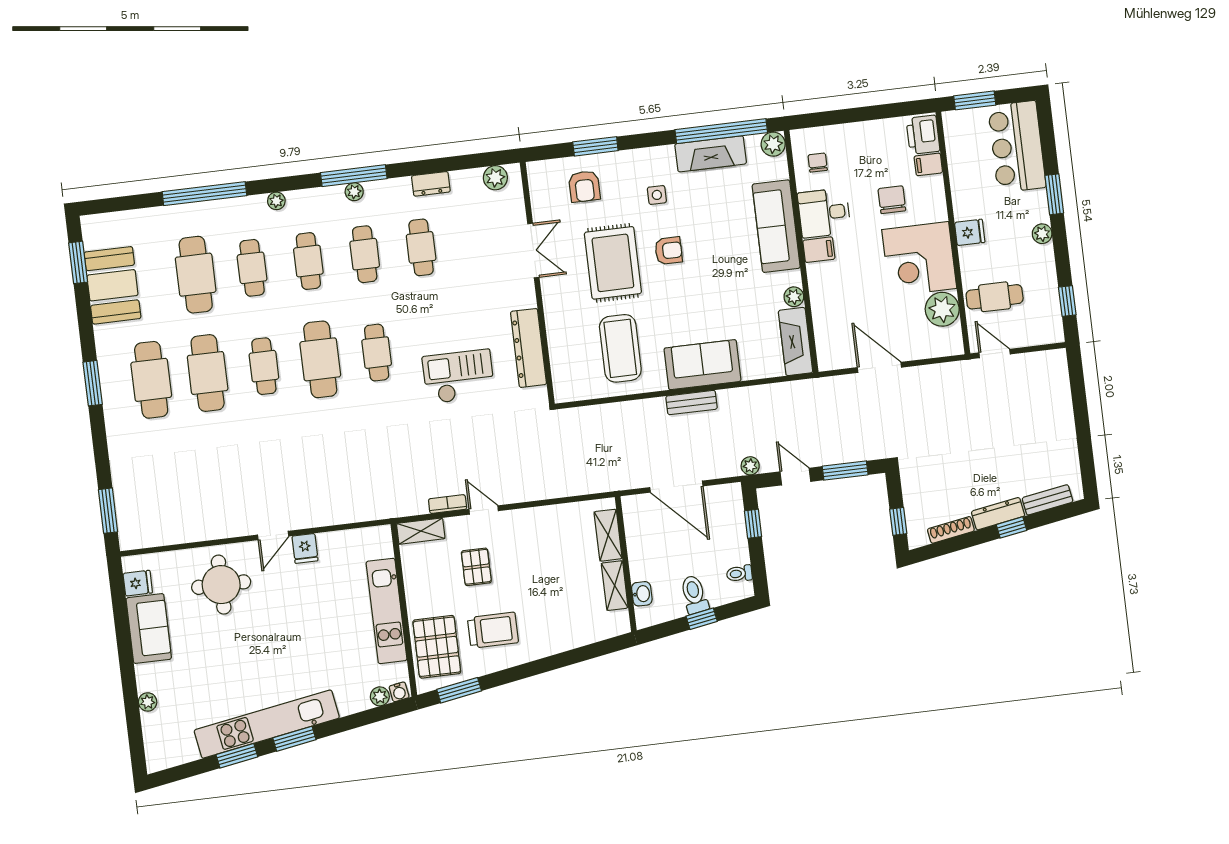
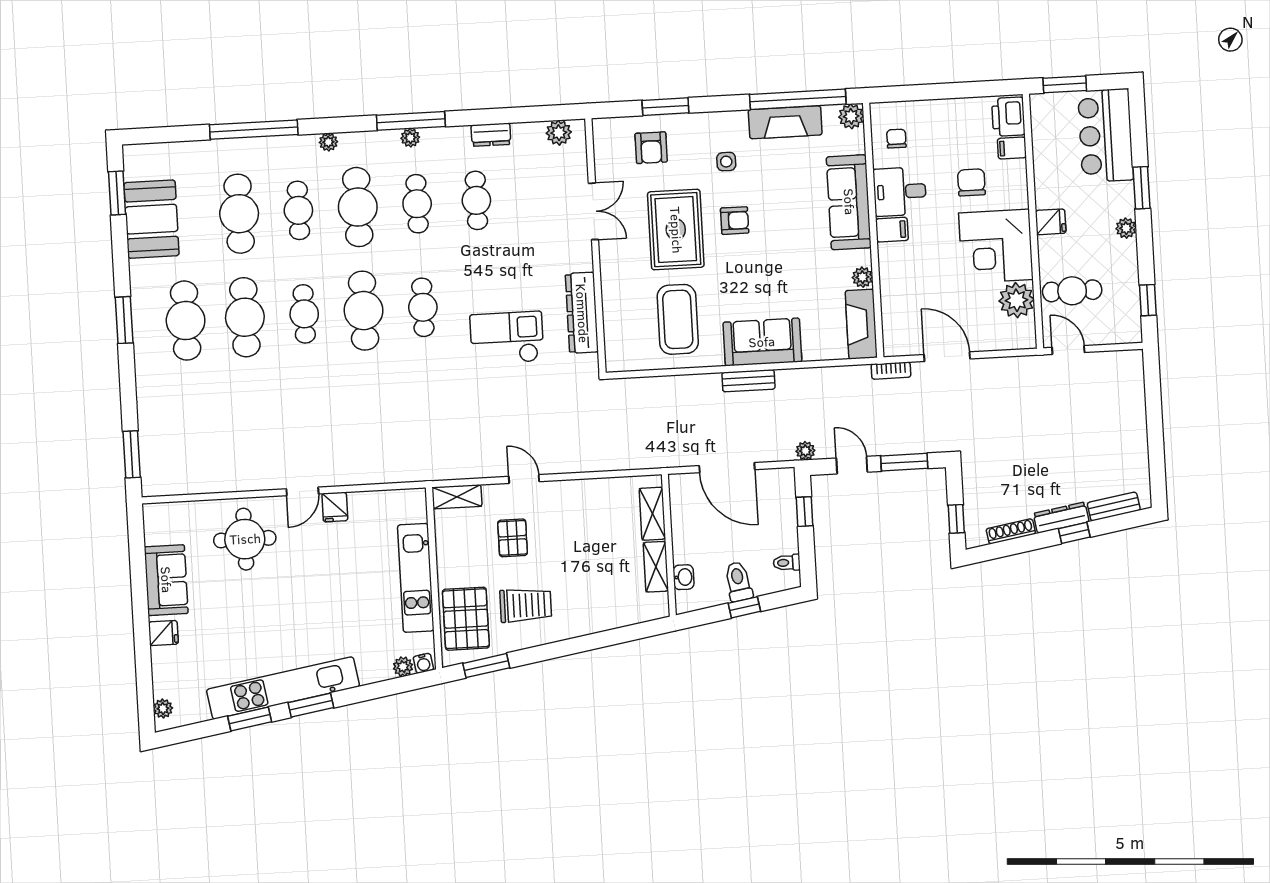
cafe table: (308, 261) -> (358, 207), width x1.37, depth x1.35
bookcase: (448, 504) -> (891, 371), moved, turned 180
fridge: (138, 583) -> (163, 633), moved
plant: (148, 702) -> (163, 708), moved

